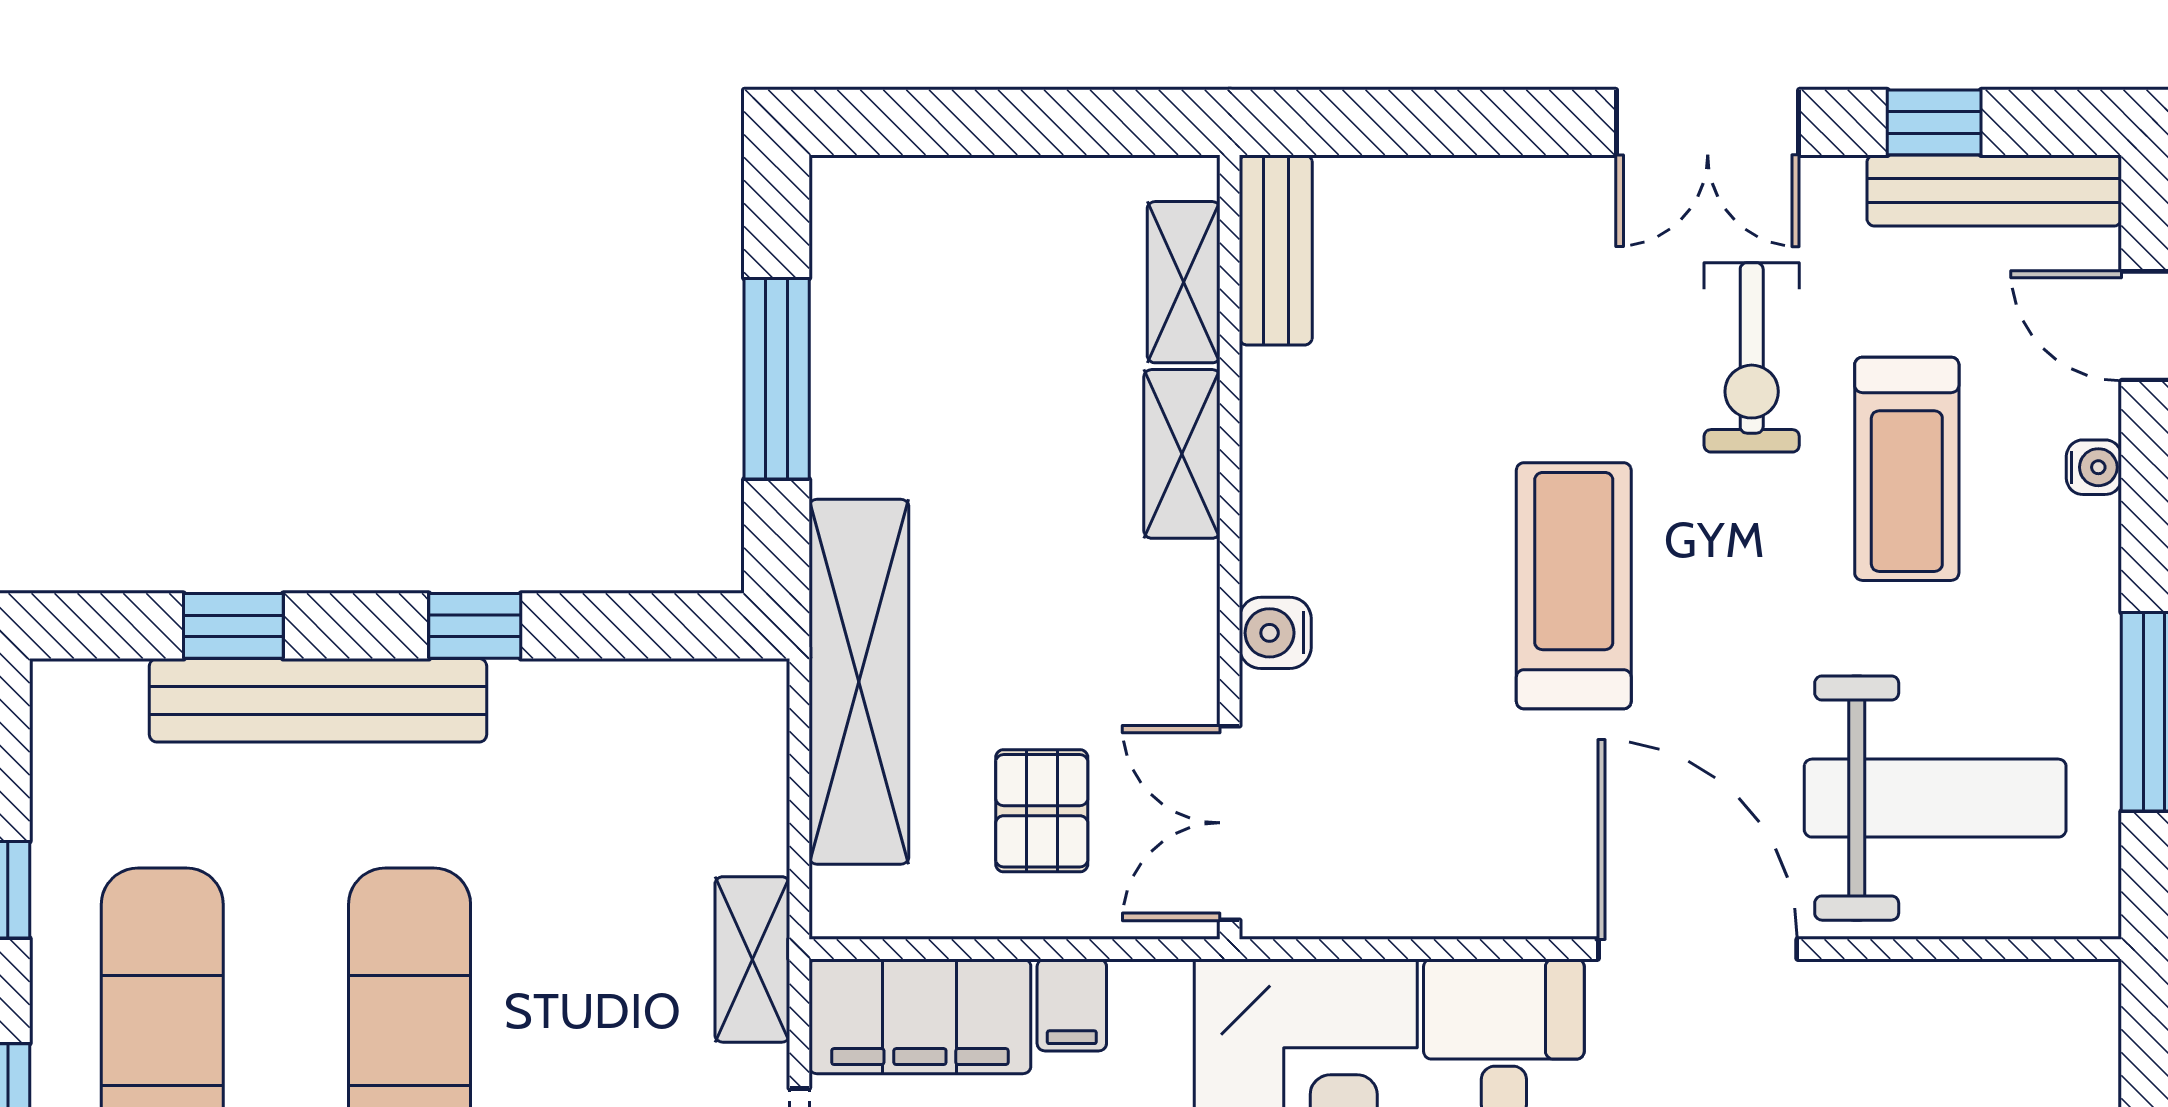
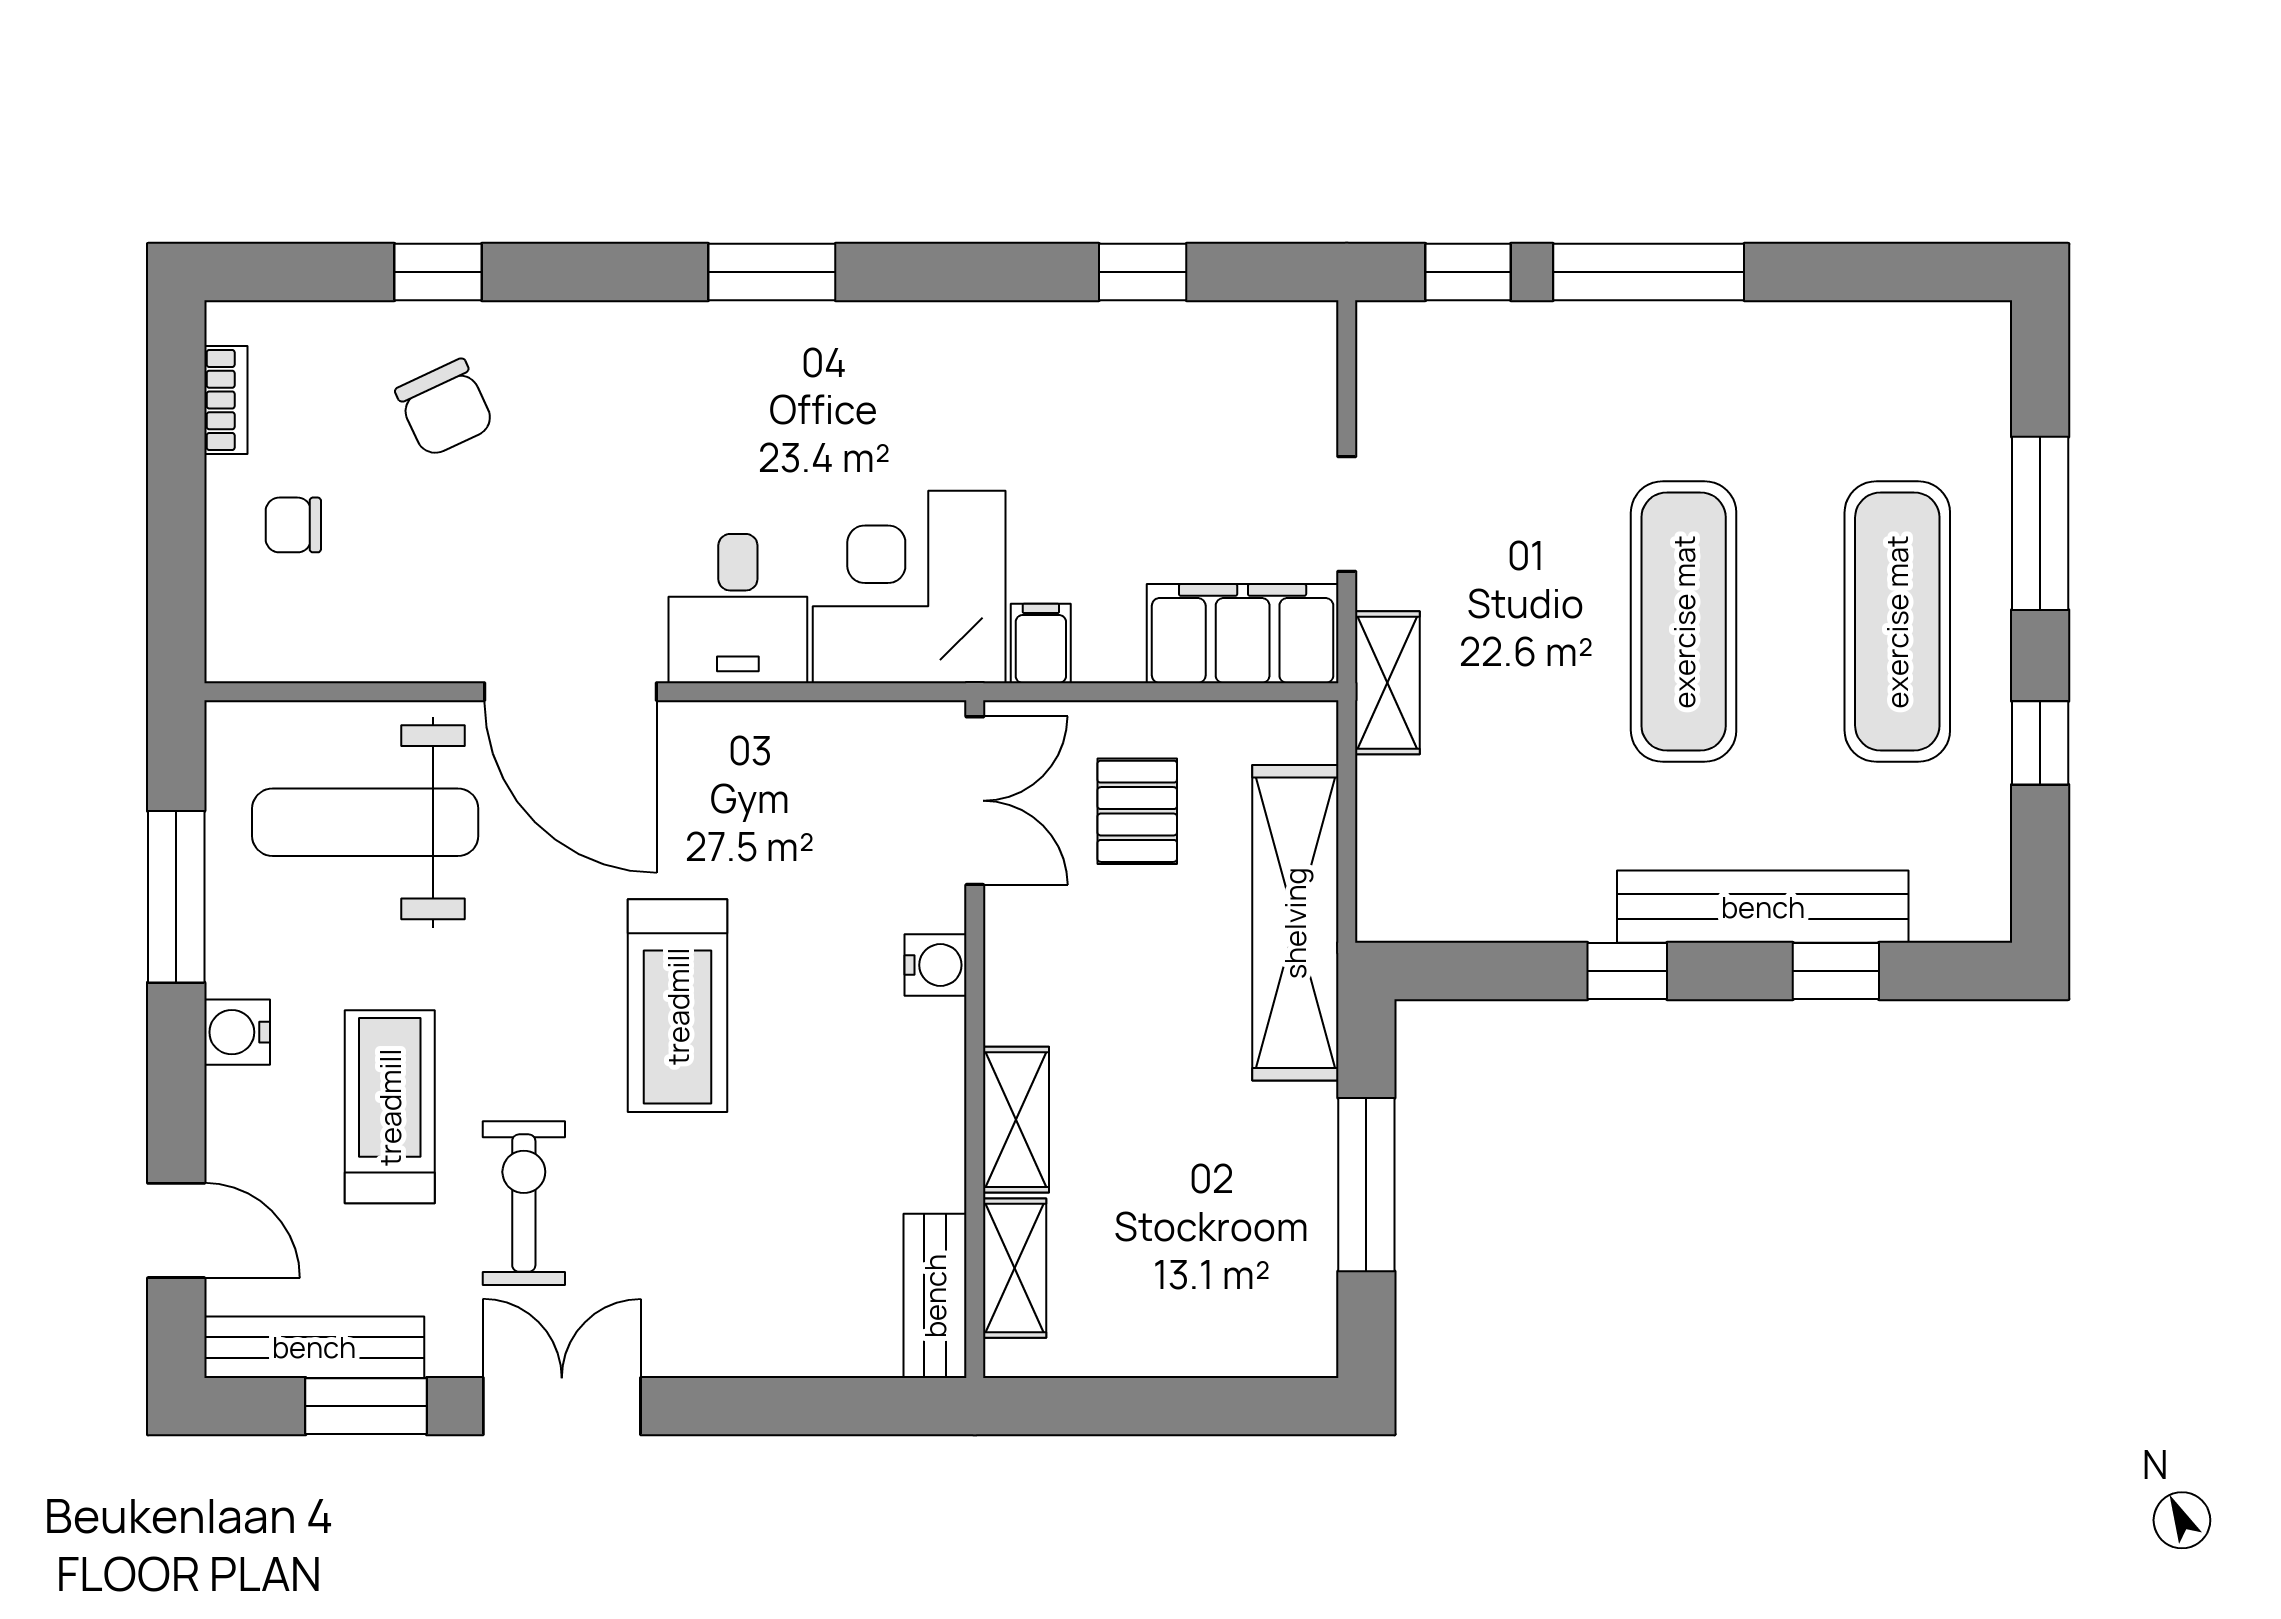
window: (1934, 122) -> (366, 1406), width x1.50
water cooler: (2094, 467) -> (237, 1032), moved, width x1.38, depth x1.38
filing cabinet: (1072, 1005) -> (1041, 643), moved

